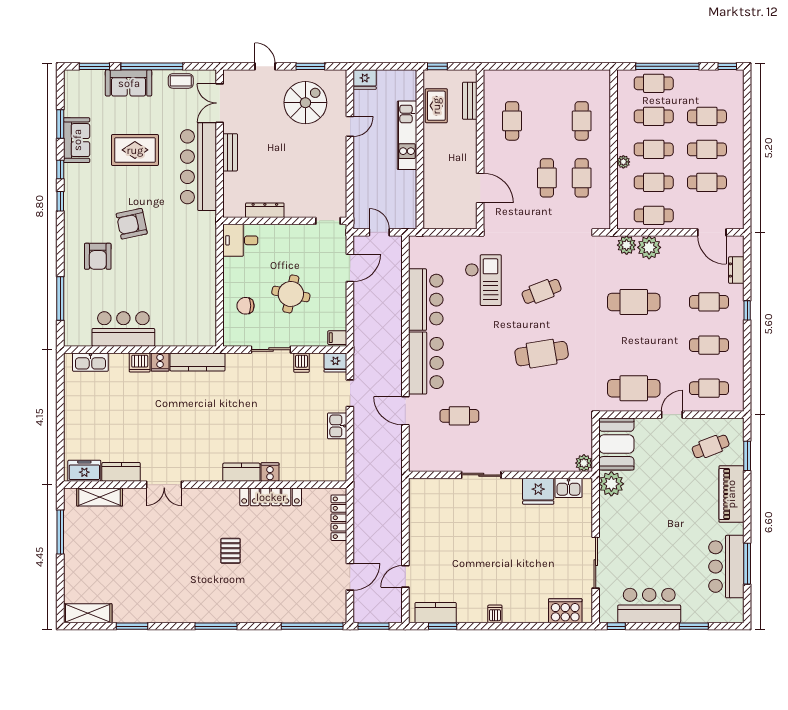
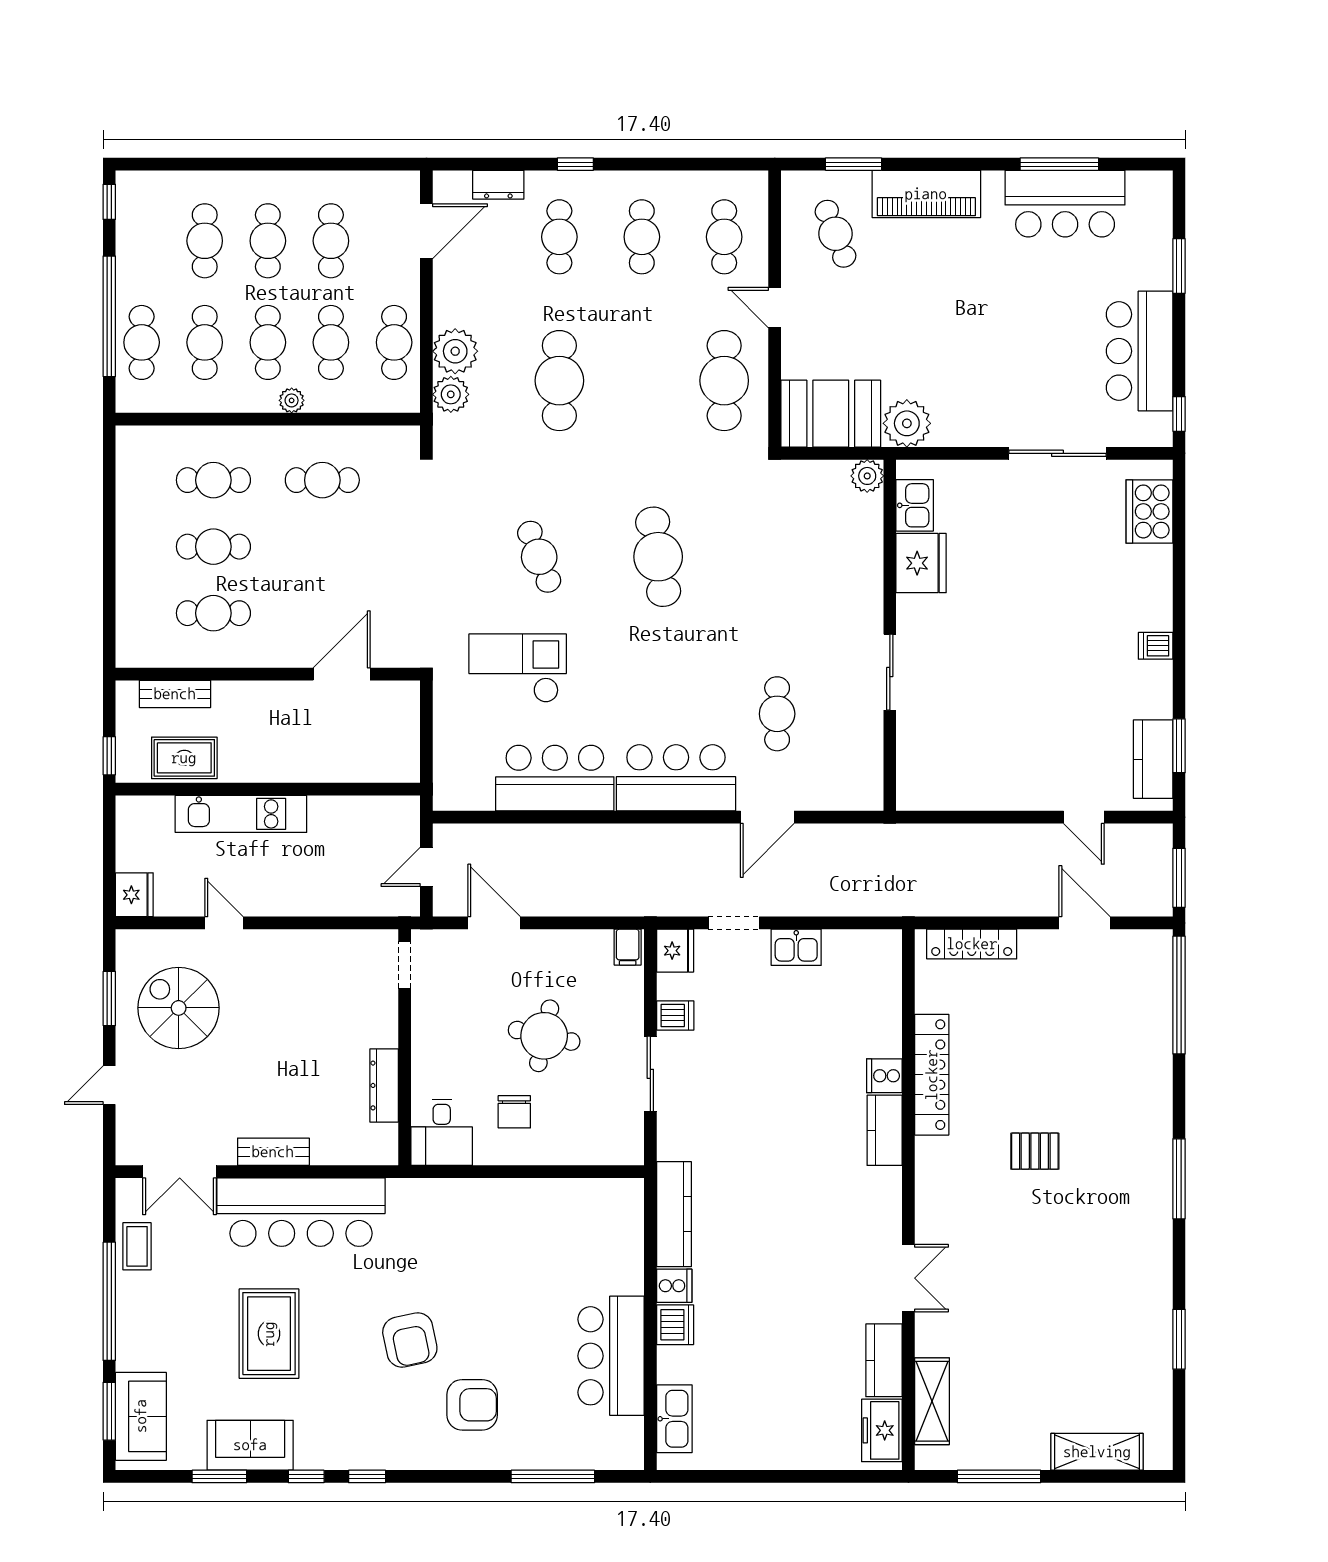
sofa: (129, 83) -> (141, 1416), moved
cafe table: (547, 178) -> (213, 547), moved
chair: (246, 306) -> (514, 1112), moved
shelving: (88, 613) -> (1097, 1452), moved, turned 90

